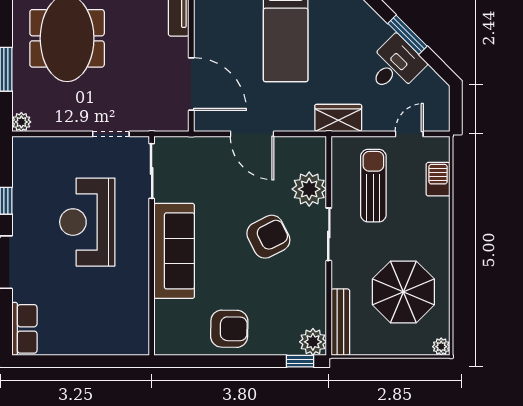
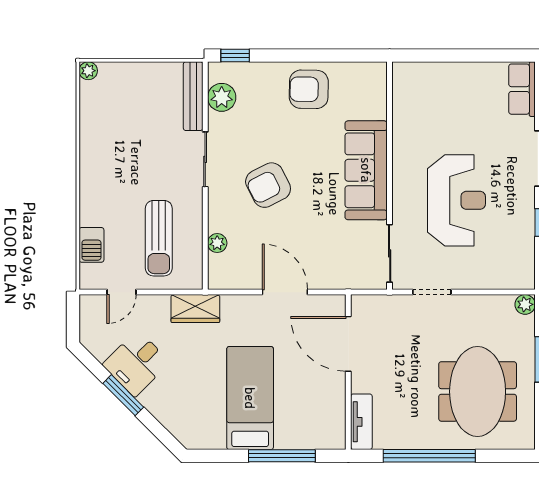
plant: (309, 189) -> (217, 243), width x0.53, depth x0.53
sliding door: (329, 234) -> (205, 159), moved
parasol: (403, 292) -> (128, 128), removed
plant: (313, 342) -> (222, 97), moved

